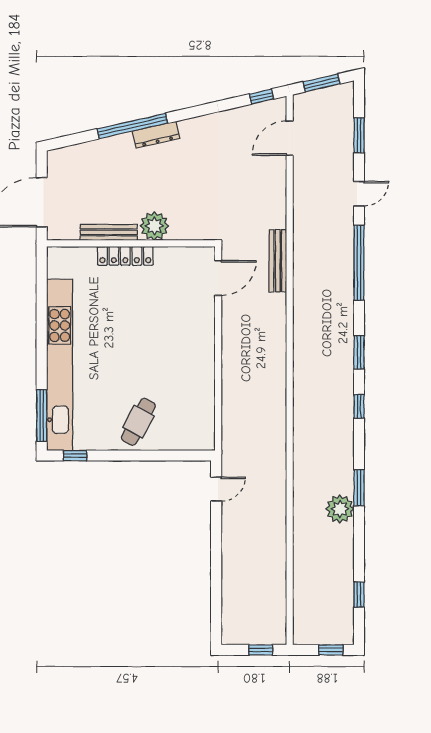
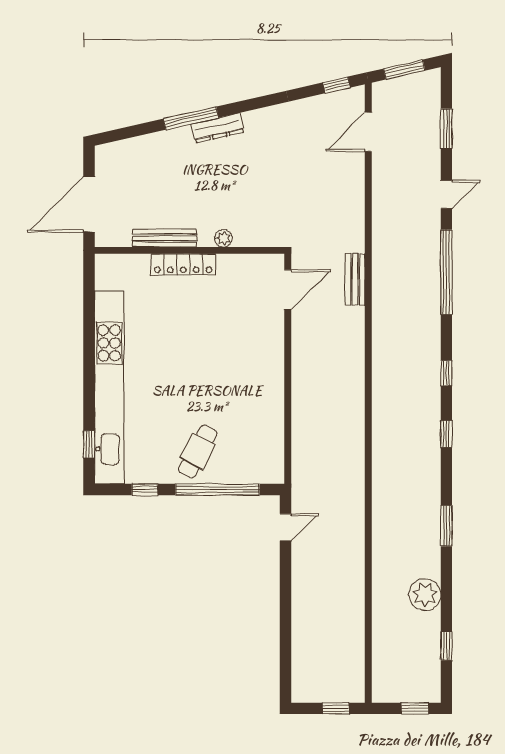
window: (132, 126) -> (191, 118), width x0.68
plant: (154, 226) -> (223, 238), width x0.53, depth x0.53
bench: (278, 261) -> (355, 279), width x0.73
window: (359, 352) -> (446, 373), width x0.67
window: (42, 415) -> (89, 444), width x0.46
window: (75, 456) -> (145, 489), moved
window: (156, 456) -> (218, 489), added
plant: (340, 509) -> (425, 595), moved

